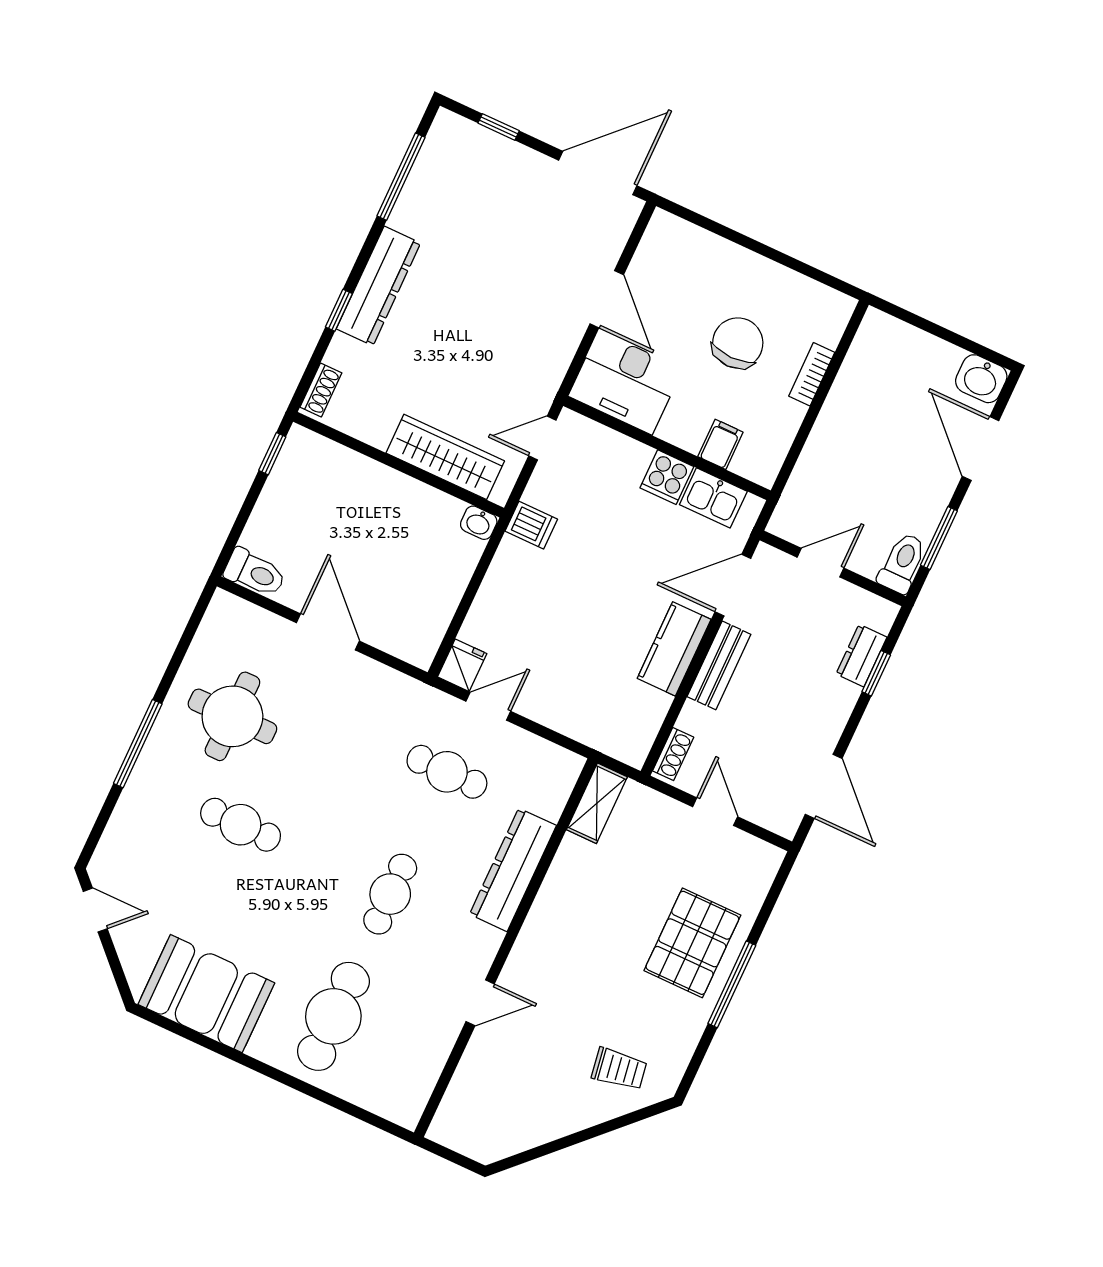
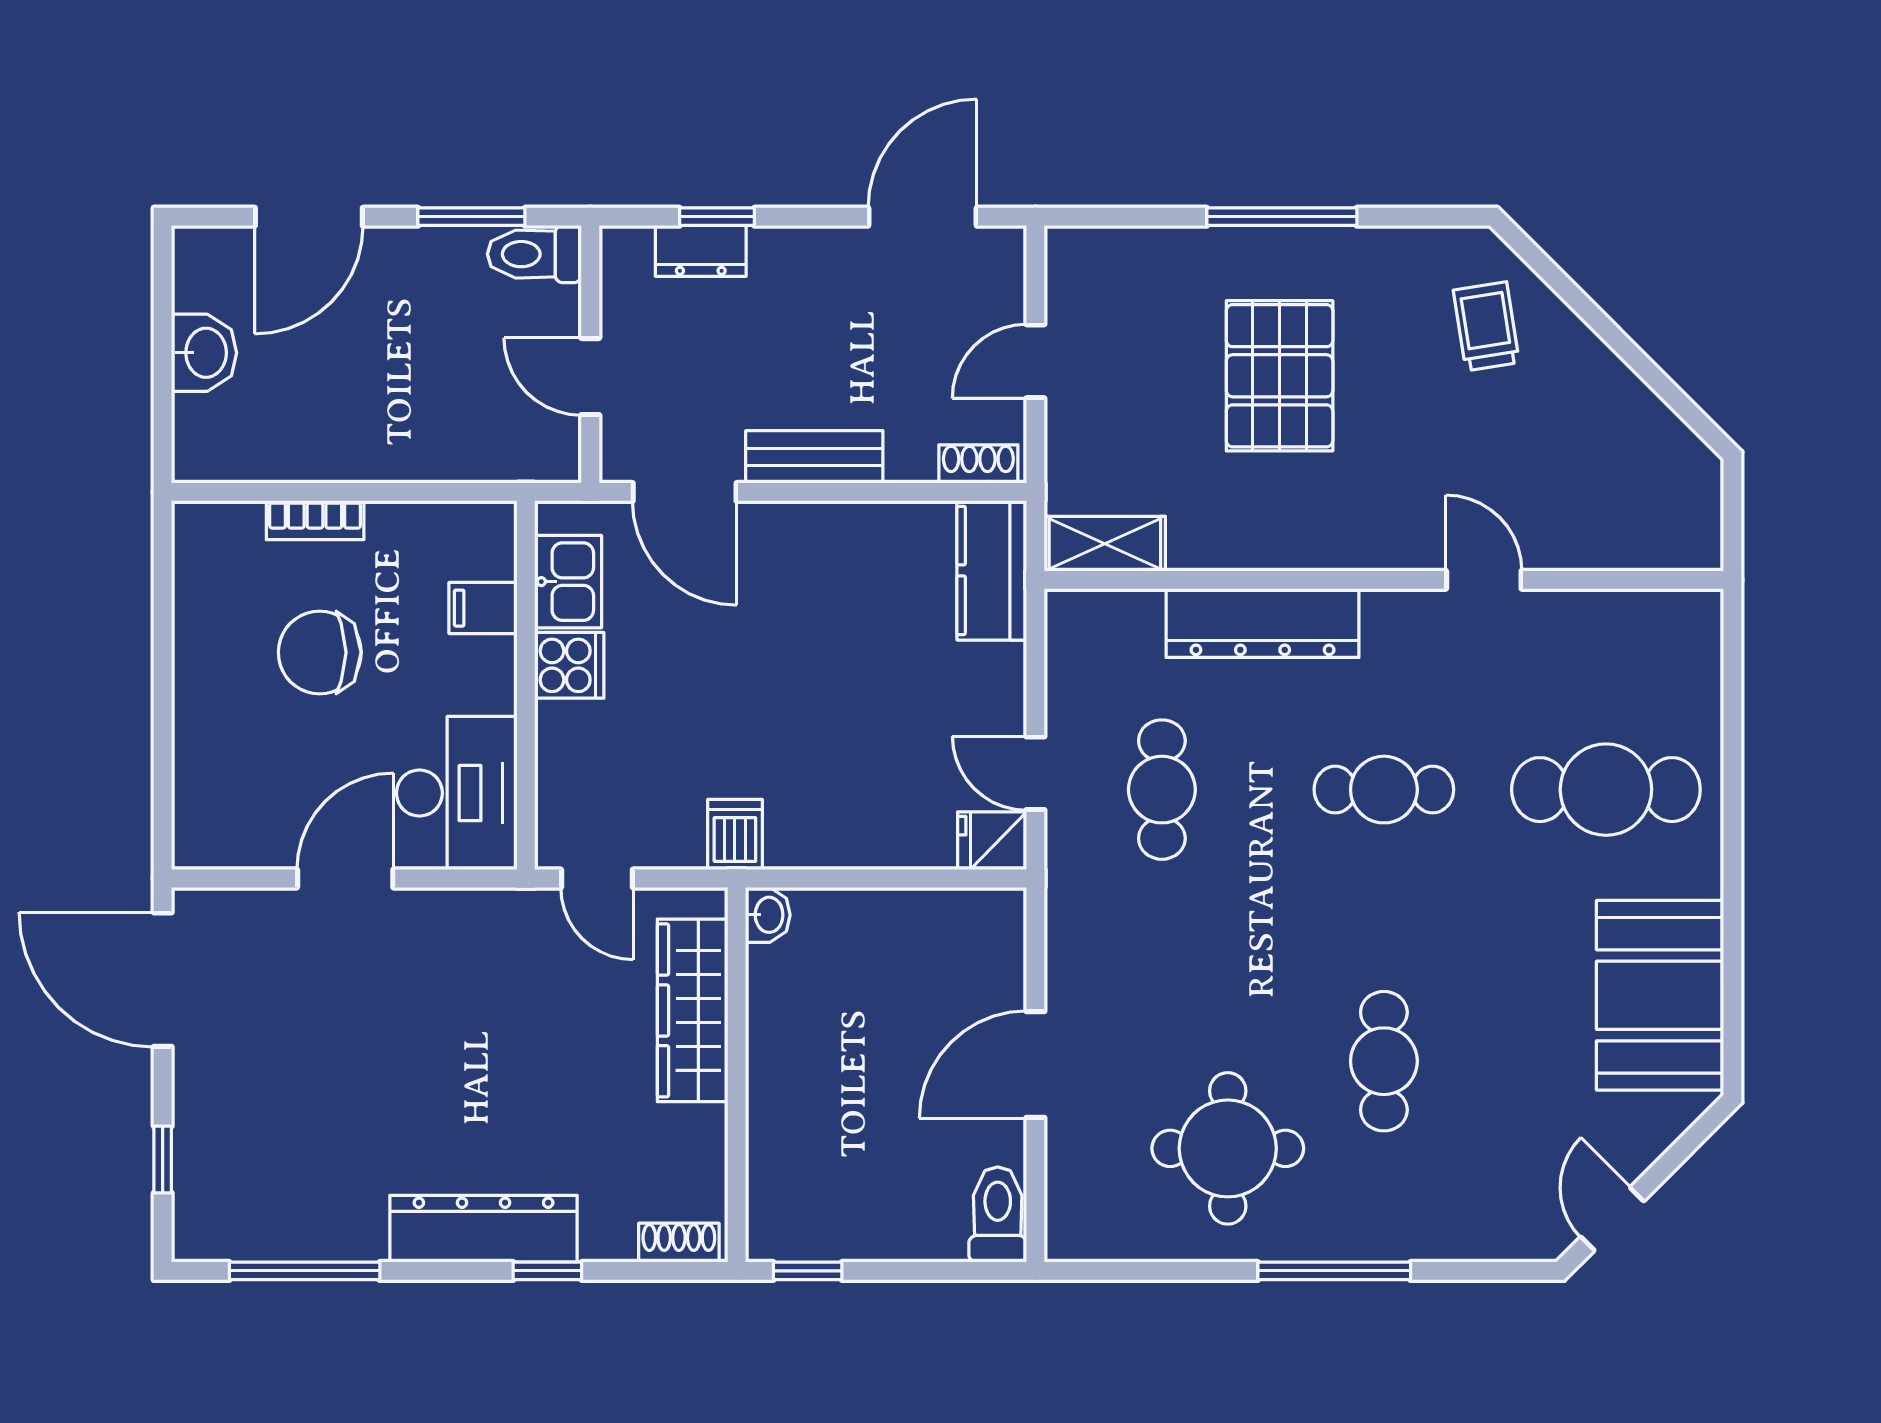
washbasin: (981, 379) -> (204, 353), moved
kitchen counter: (674, 649) -> (992, 570), moved, turned 90
pallet: (692, 943) -> (1280, 376), moved, turned 90

